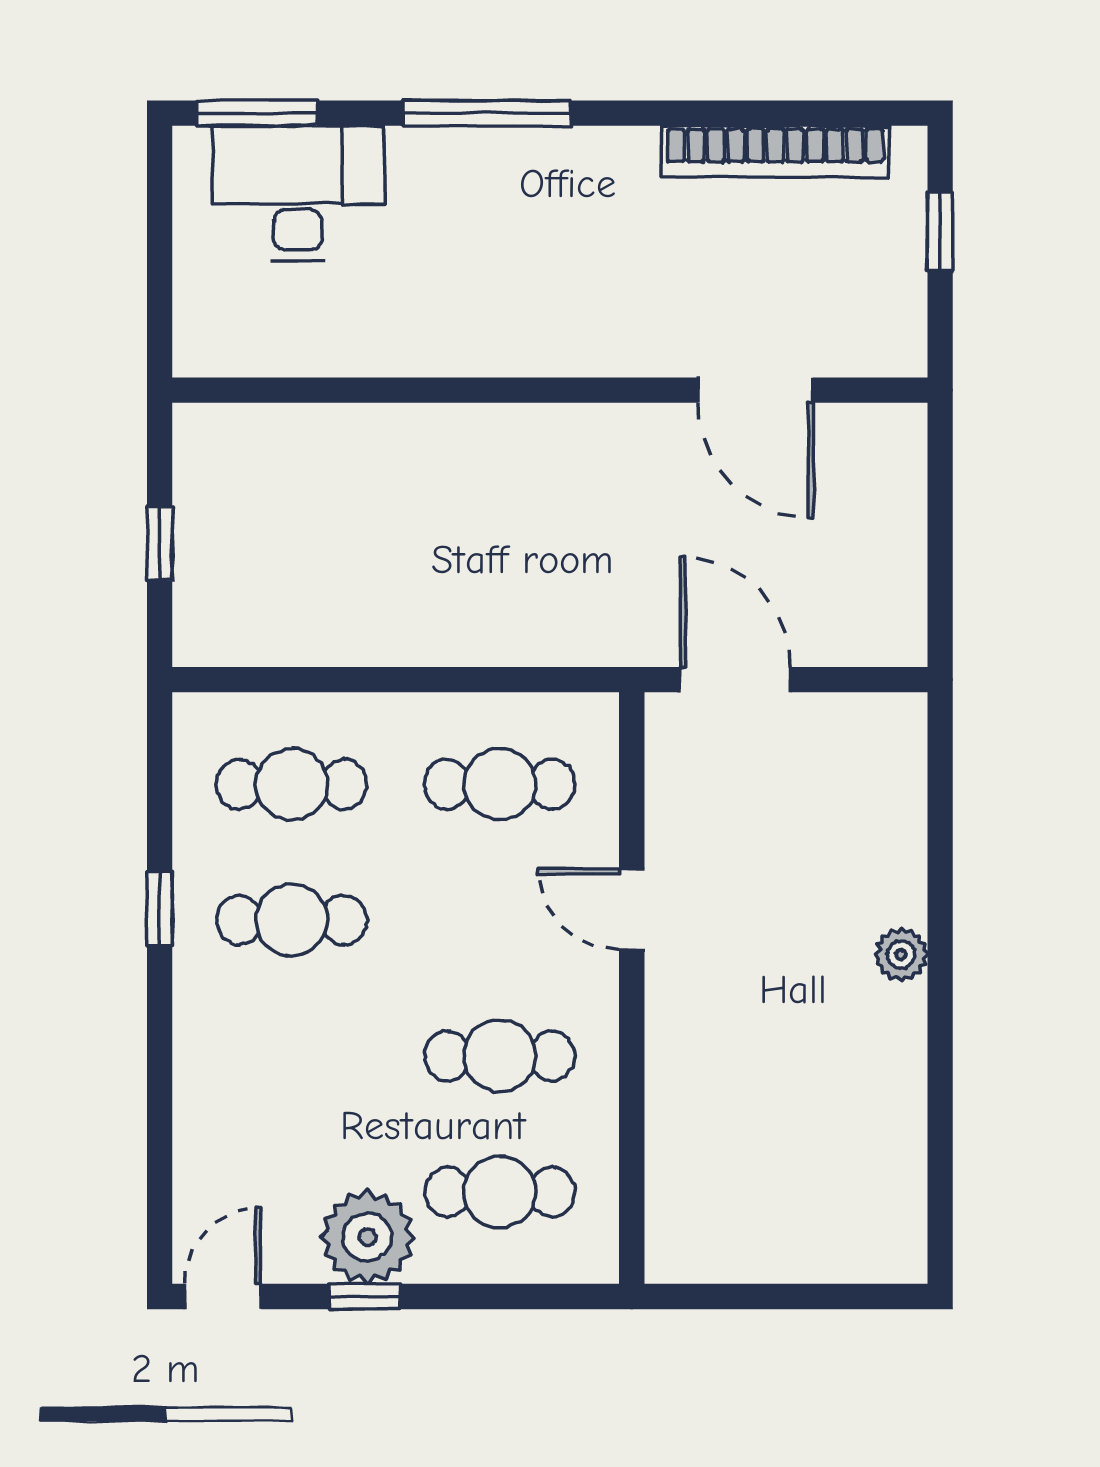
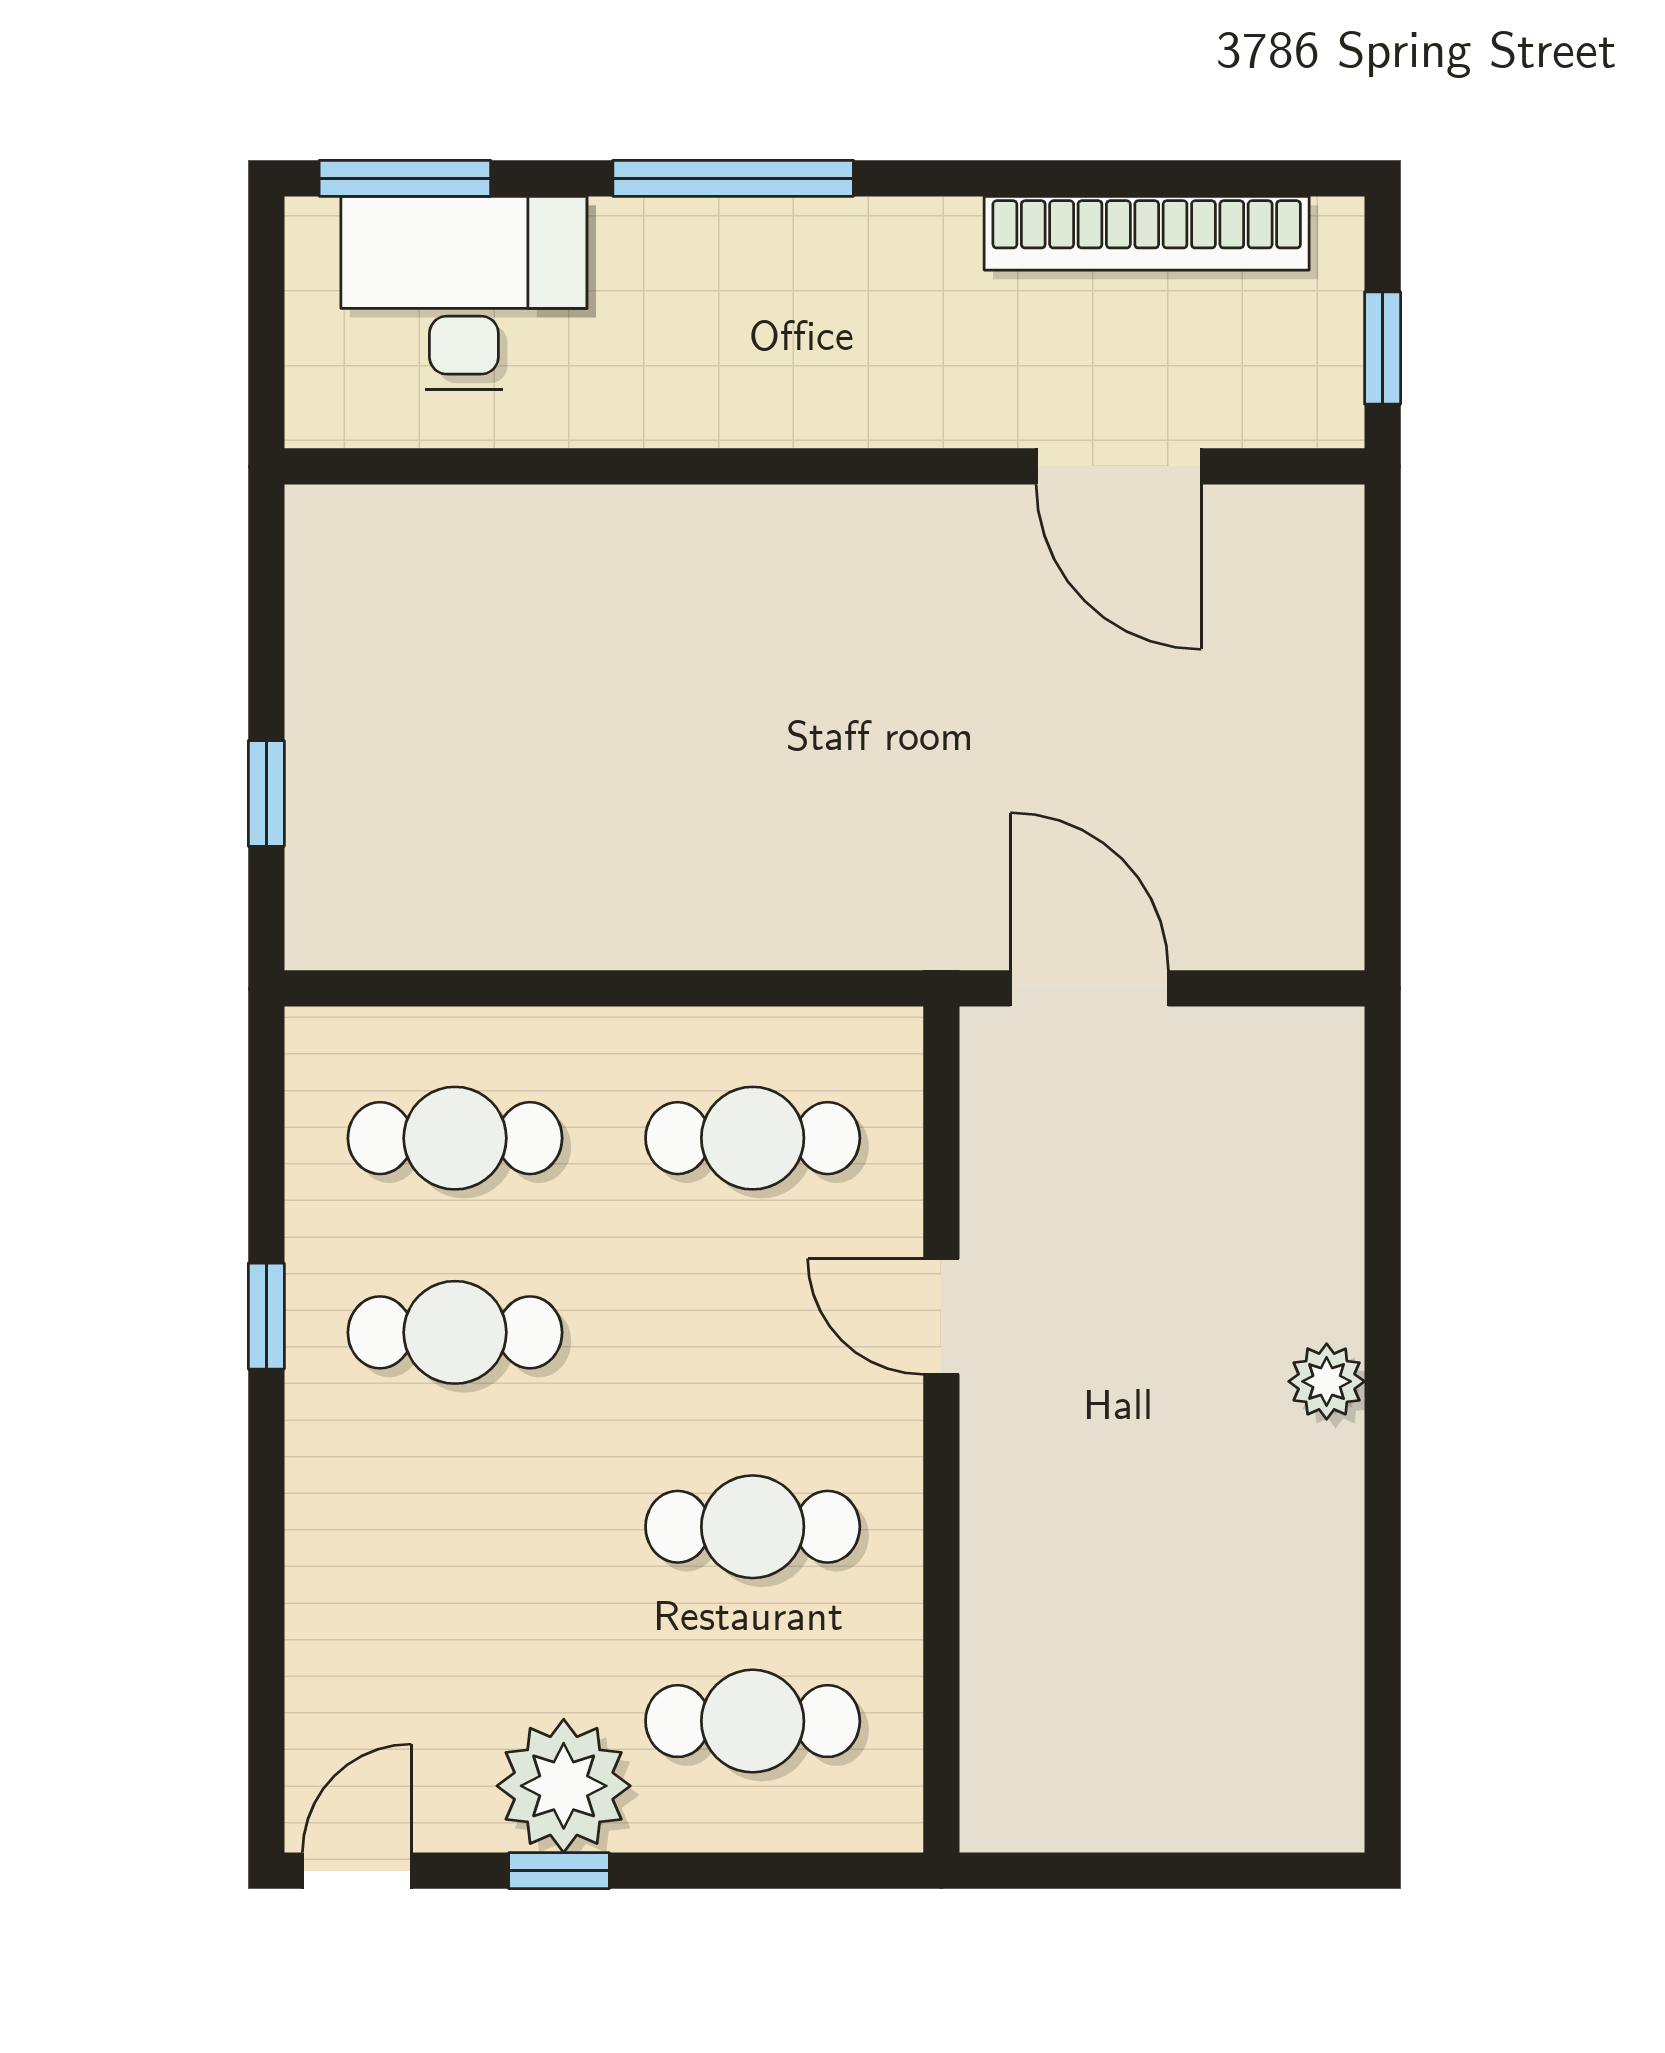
wall: (550, 390) -> (824, 466), moved
door: (756, 390) -> (1119, 466), moved

